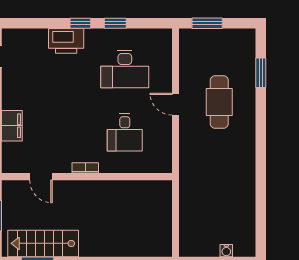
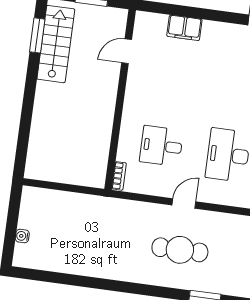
bookcase: (85, 168) -> (119, 176), moved

